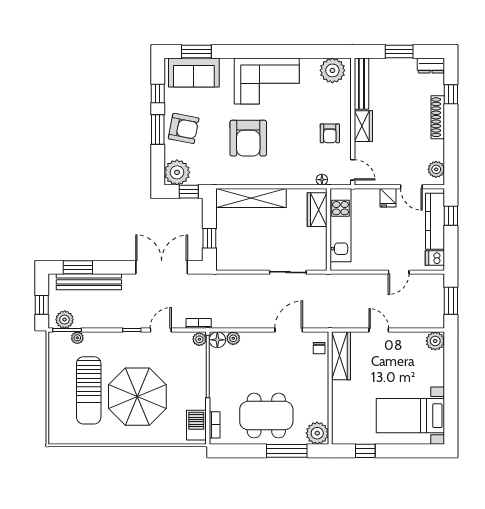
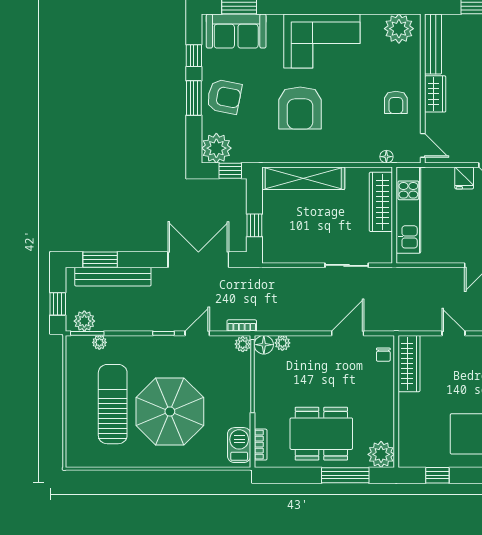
wardrobe: (317, 210) -> (381, 202), width x1.50
sun lounger: (89, 390) -> (113, 404), turned 180

